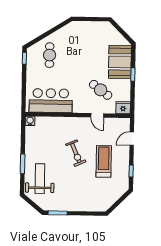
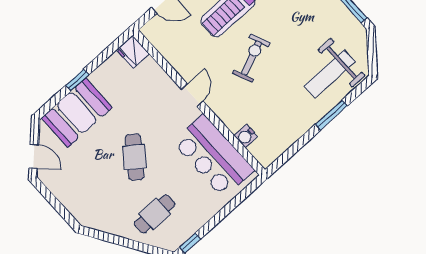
door: (119, 28) -> (34, 156), added
cafe table: (101, 90) -> (135, 157), moved
door: (97, 115) -> (192, 95), moved
water cooler: (30, 121) -> (246, 136), moved

